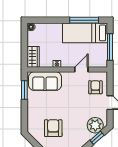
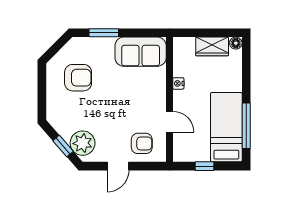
window: (110, 47) -> (205, 166), width x0.46
wardrobe: (33, 57) -> (212, 46), moved
sofa: (45, 81) -> (141, 52), moved, turned -90
window: (24, 90) -> (104, 33), moved

